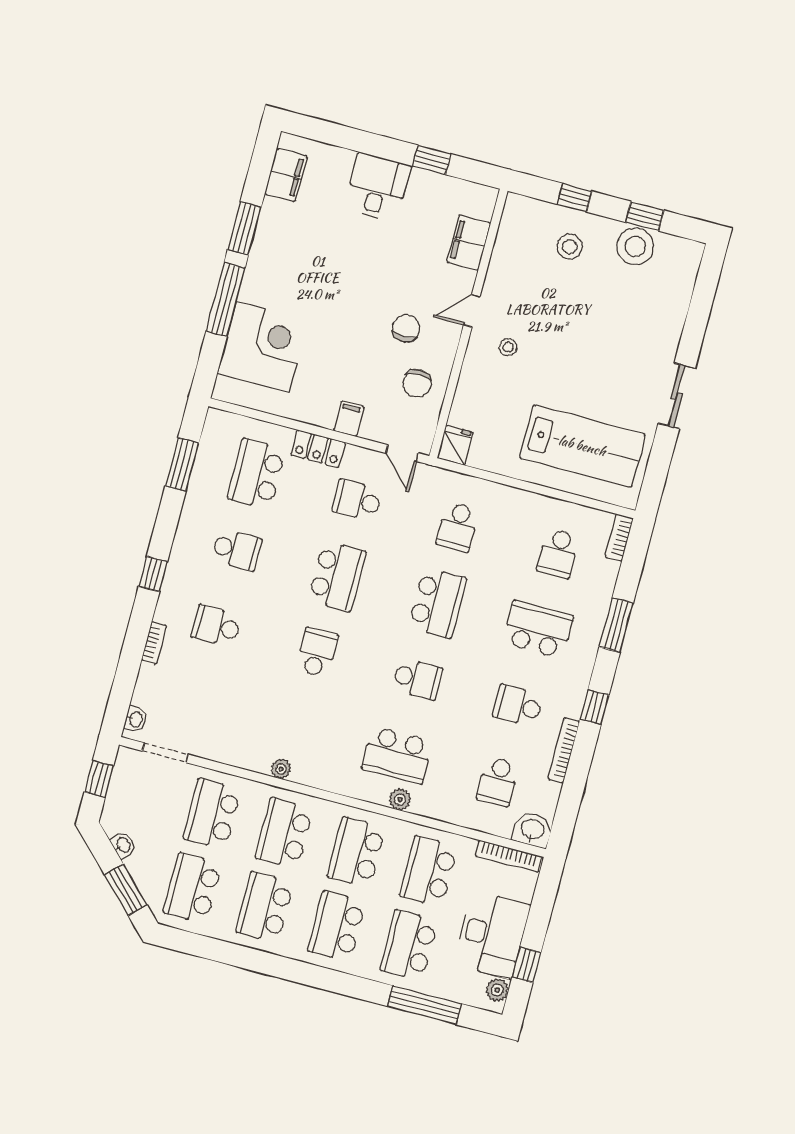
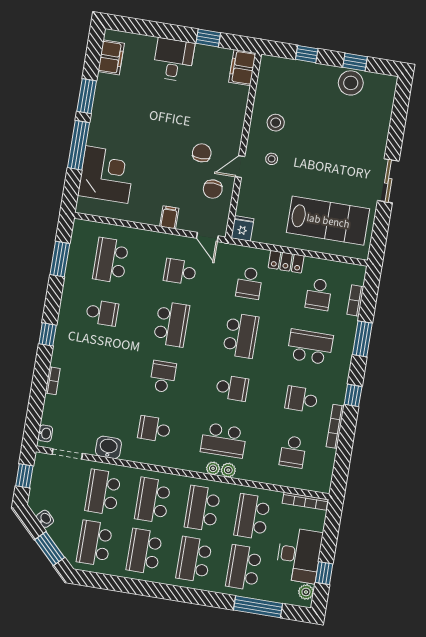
filing cabinet: (469, 243) -> (242, 68), moved
stool: (570, 247) -> (276, 123), moved
door: (472, 311) -> (240, 167), moved
locker: (318, 449) -> (286, 262), moved
bookcase: (619, 538) -> (355, 301), moved
school desk: (216, 626) -> (154, 429), moved
plant: (281, 769) -> (213, 468), moved
washbasin: (532, 830) -> (108, 447), moved

